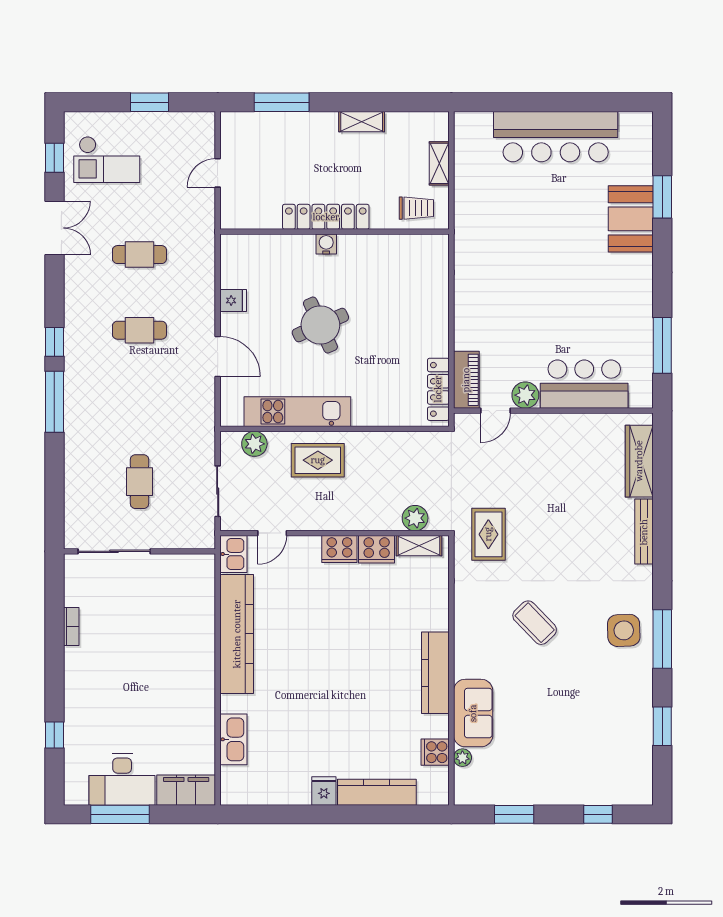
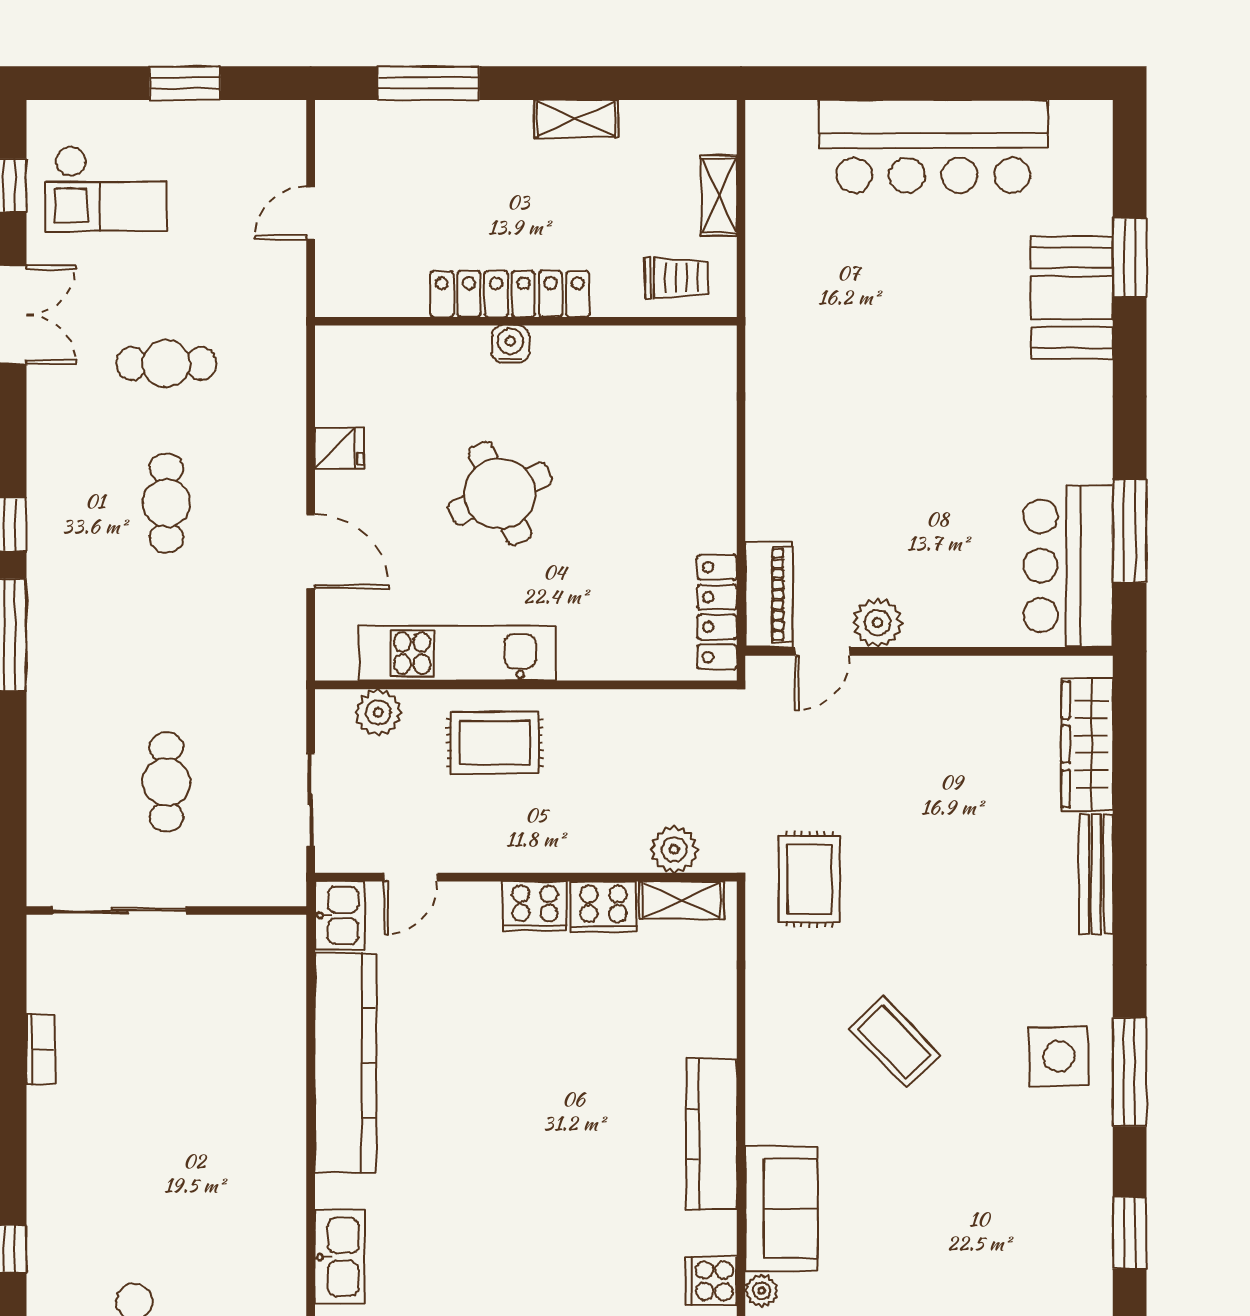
cafe table: (139, 330) -> (166, 503), turned 90
bar counter: (584, 384) -> (1068, 566), moved, turned -90

